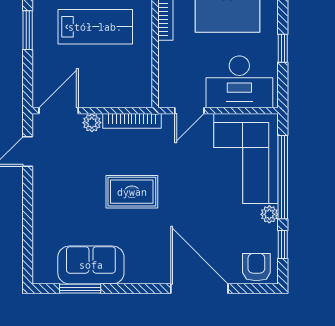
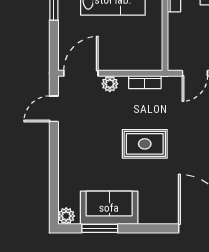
bookcase: (132, 121) -> (145, 82), width x0.64
plant: (42, 274) -> (66, 216), added

